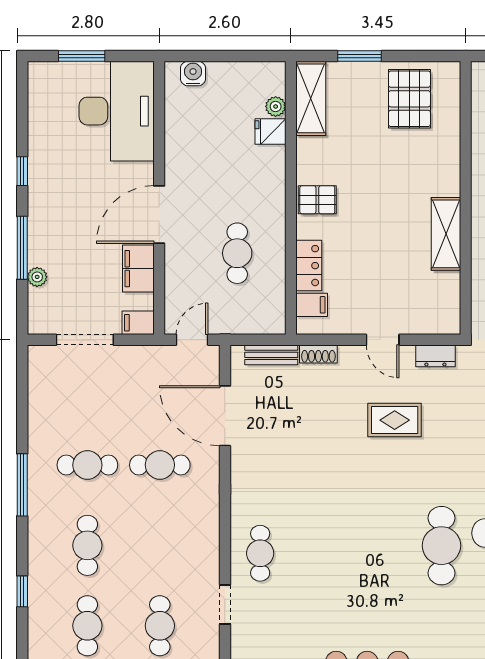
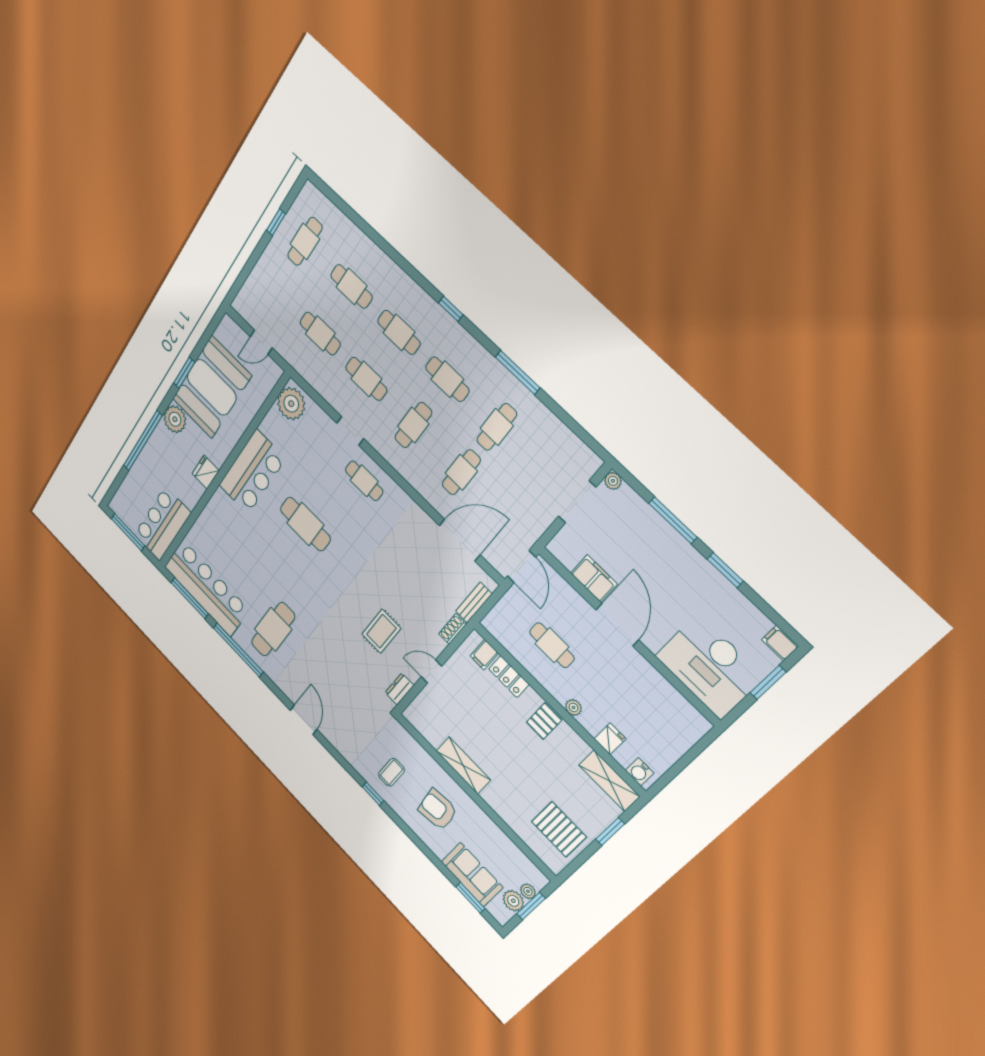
water cooler: (193, 73) -> (640, 772), moved, turned 90
plant: (276, 106) -> (573, 708), moved
window: (22, 171) -> (725, 570), width x1.50
plant: (37, 277) -> (613, 481), moved
filing cabinet: (138, 323) -> (780, 643), moved, turned -90
door: (192, 340) -> (522, 567), width x1.38
cafe table: (160, 545) -> (413, 425), added
cafe table: (441, 546) -> (305, 524), moved

